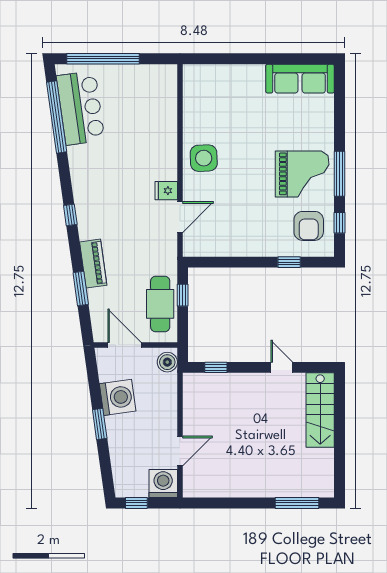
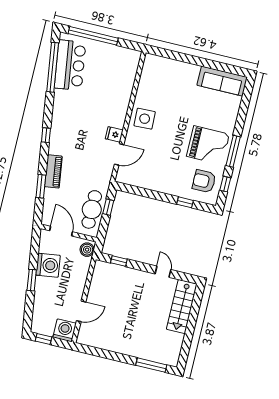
armchair: (309, 226) -> (204, 181), turned 90

